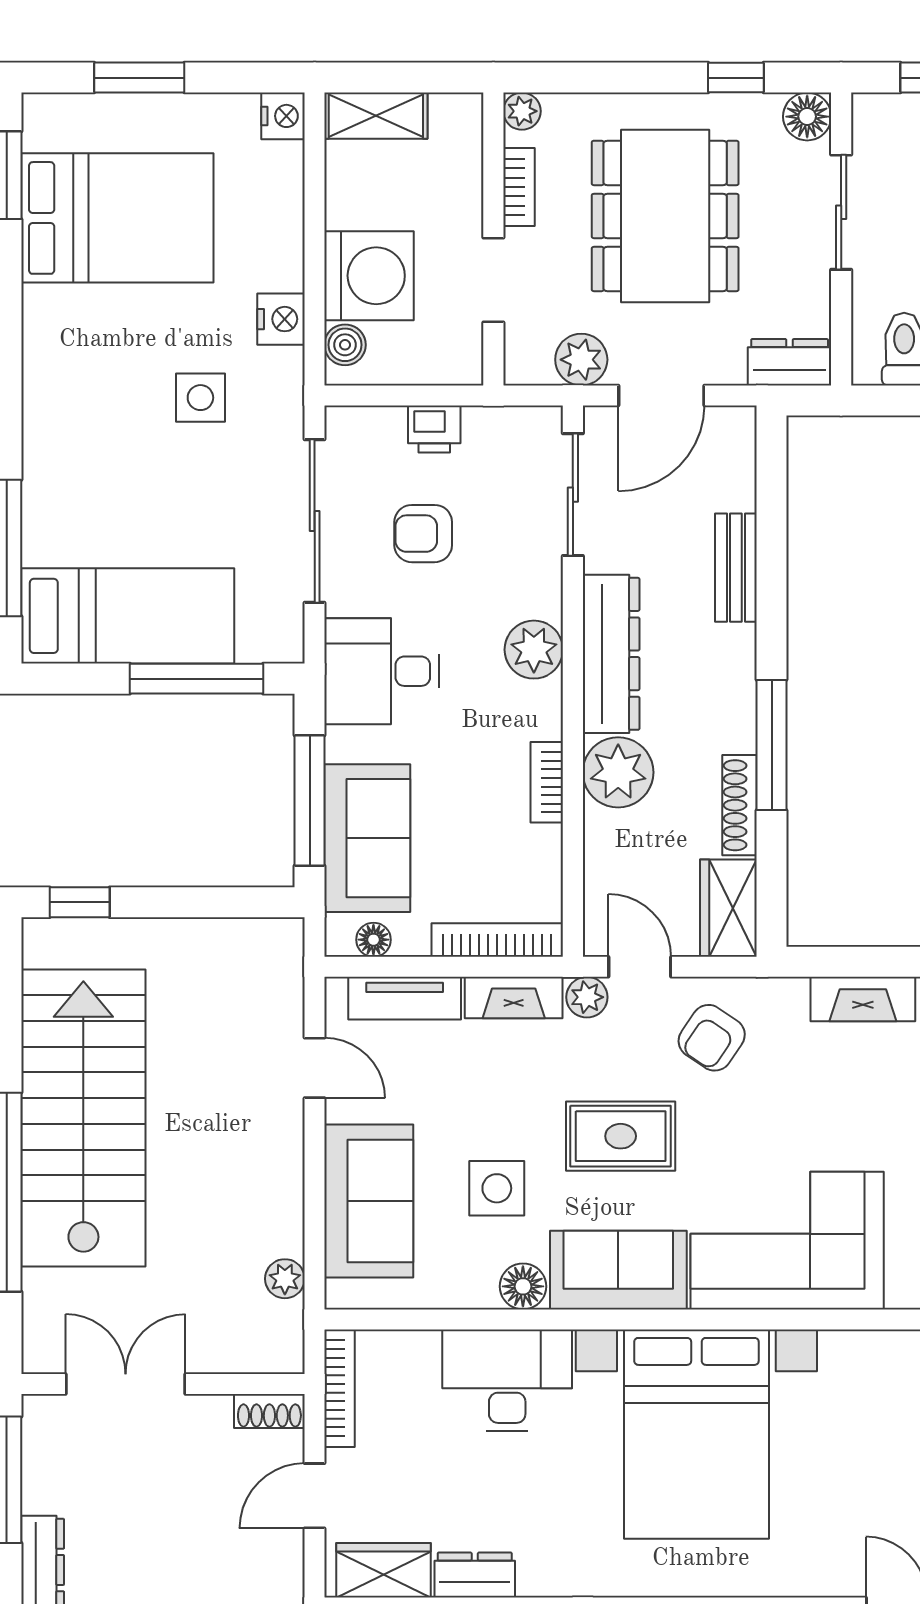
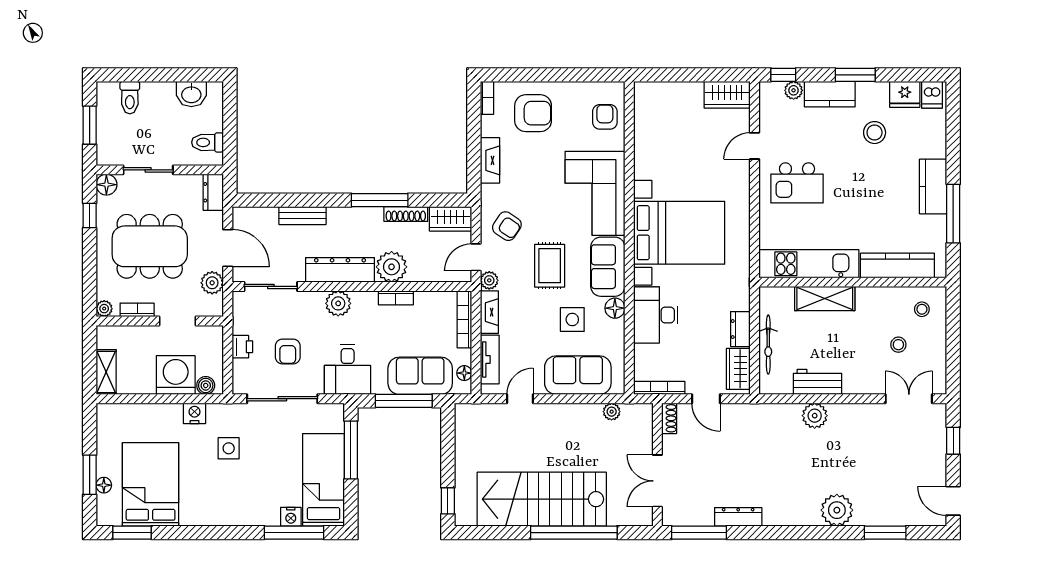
floor lamp: (116, 110) -> (104, 485), added
nightstand: (283, 116) -> (291, 517), moved, turned 180

